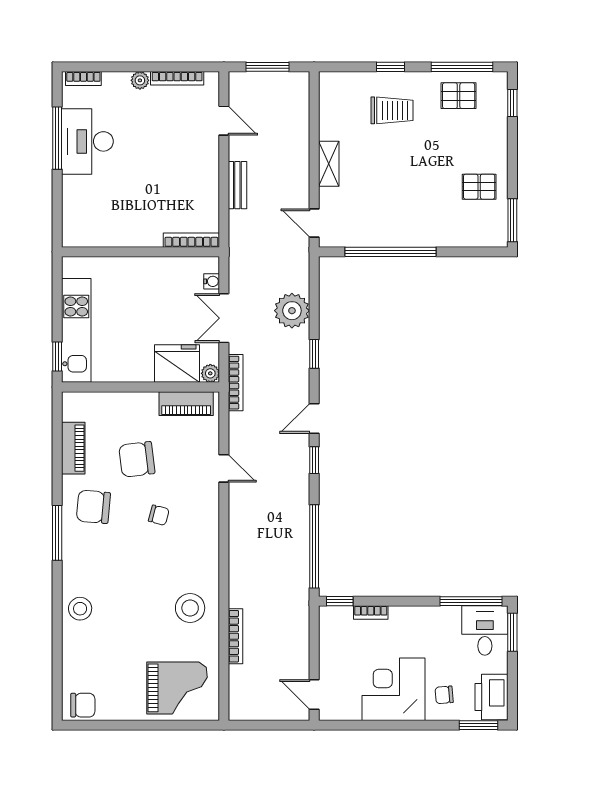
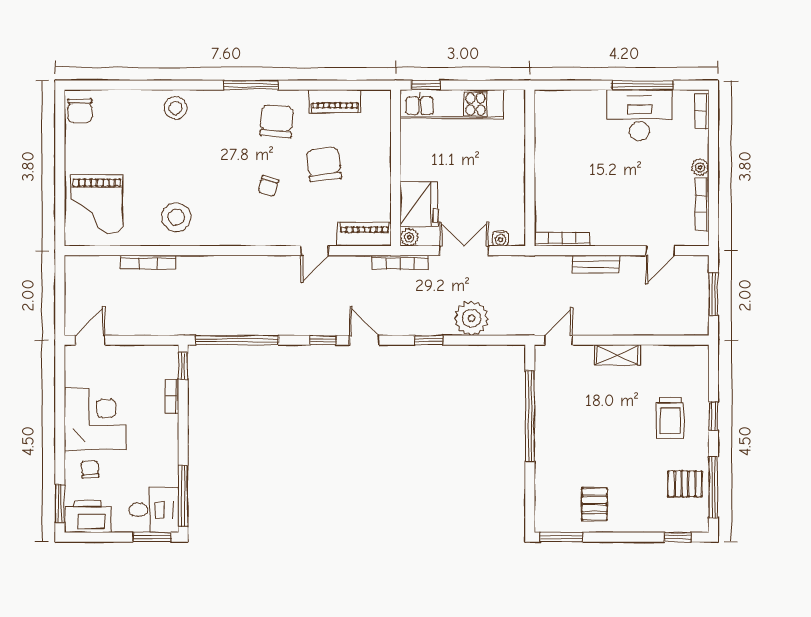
pallet: (459, 96) -> (685, 484), turned 90
bookcase: (191, 240) -> (562, 239), moved, turned -90
piano: (186, 404) -> (364, 234), moved, turned 90

